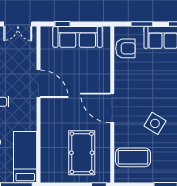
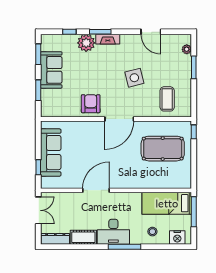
armchair: (125, 48) -> (91, 104), moved
side table: (155, 123) -> (134, 78), turned 45
coffee table: (133, 157) -> (167, 99), width x0.73, depth x0.76

